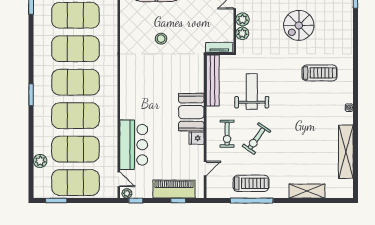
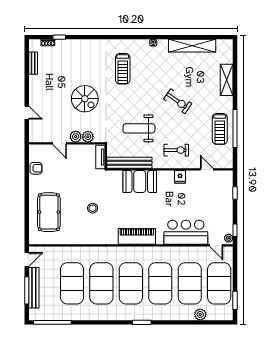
spiral stairs: (299, 25) -> (85, 99), moved
treadmill: (320, 73) -> (123, 69), turned 180
booth: (191, 112) -> (140, 182), moved
exercise bike: (256, 139) -> (178, 101), moved
door: (119, 179) -> (216, 245), swing flipped
treadmill: (251, 183) -> (220, 129), turned 180
piano: (174, 189) -> (137, 236), moved, turned 90

